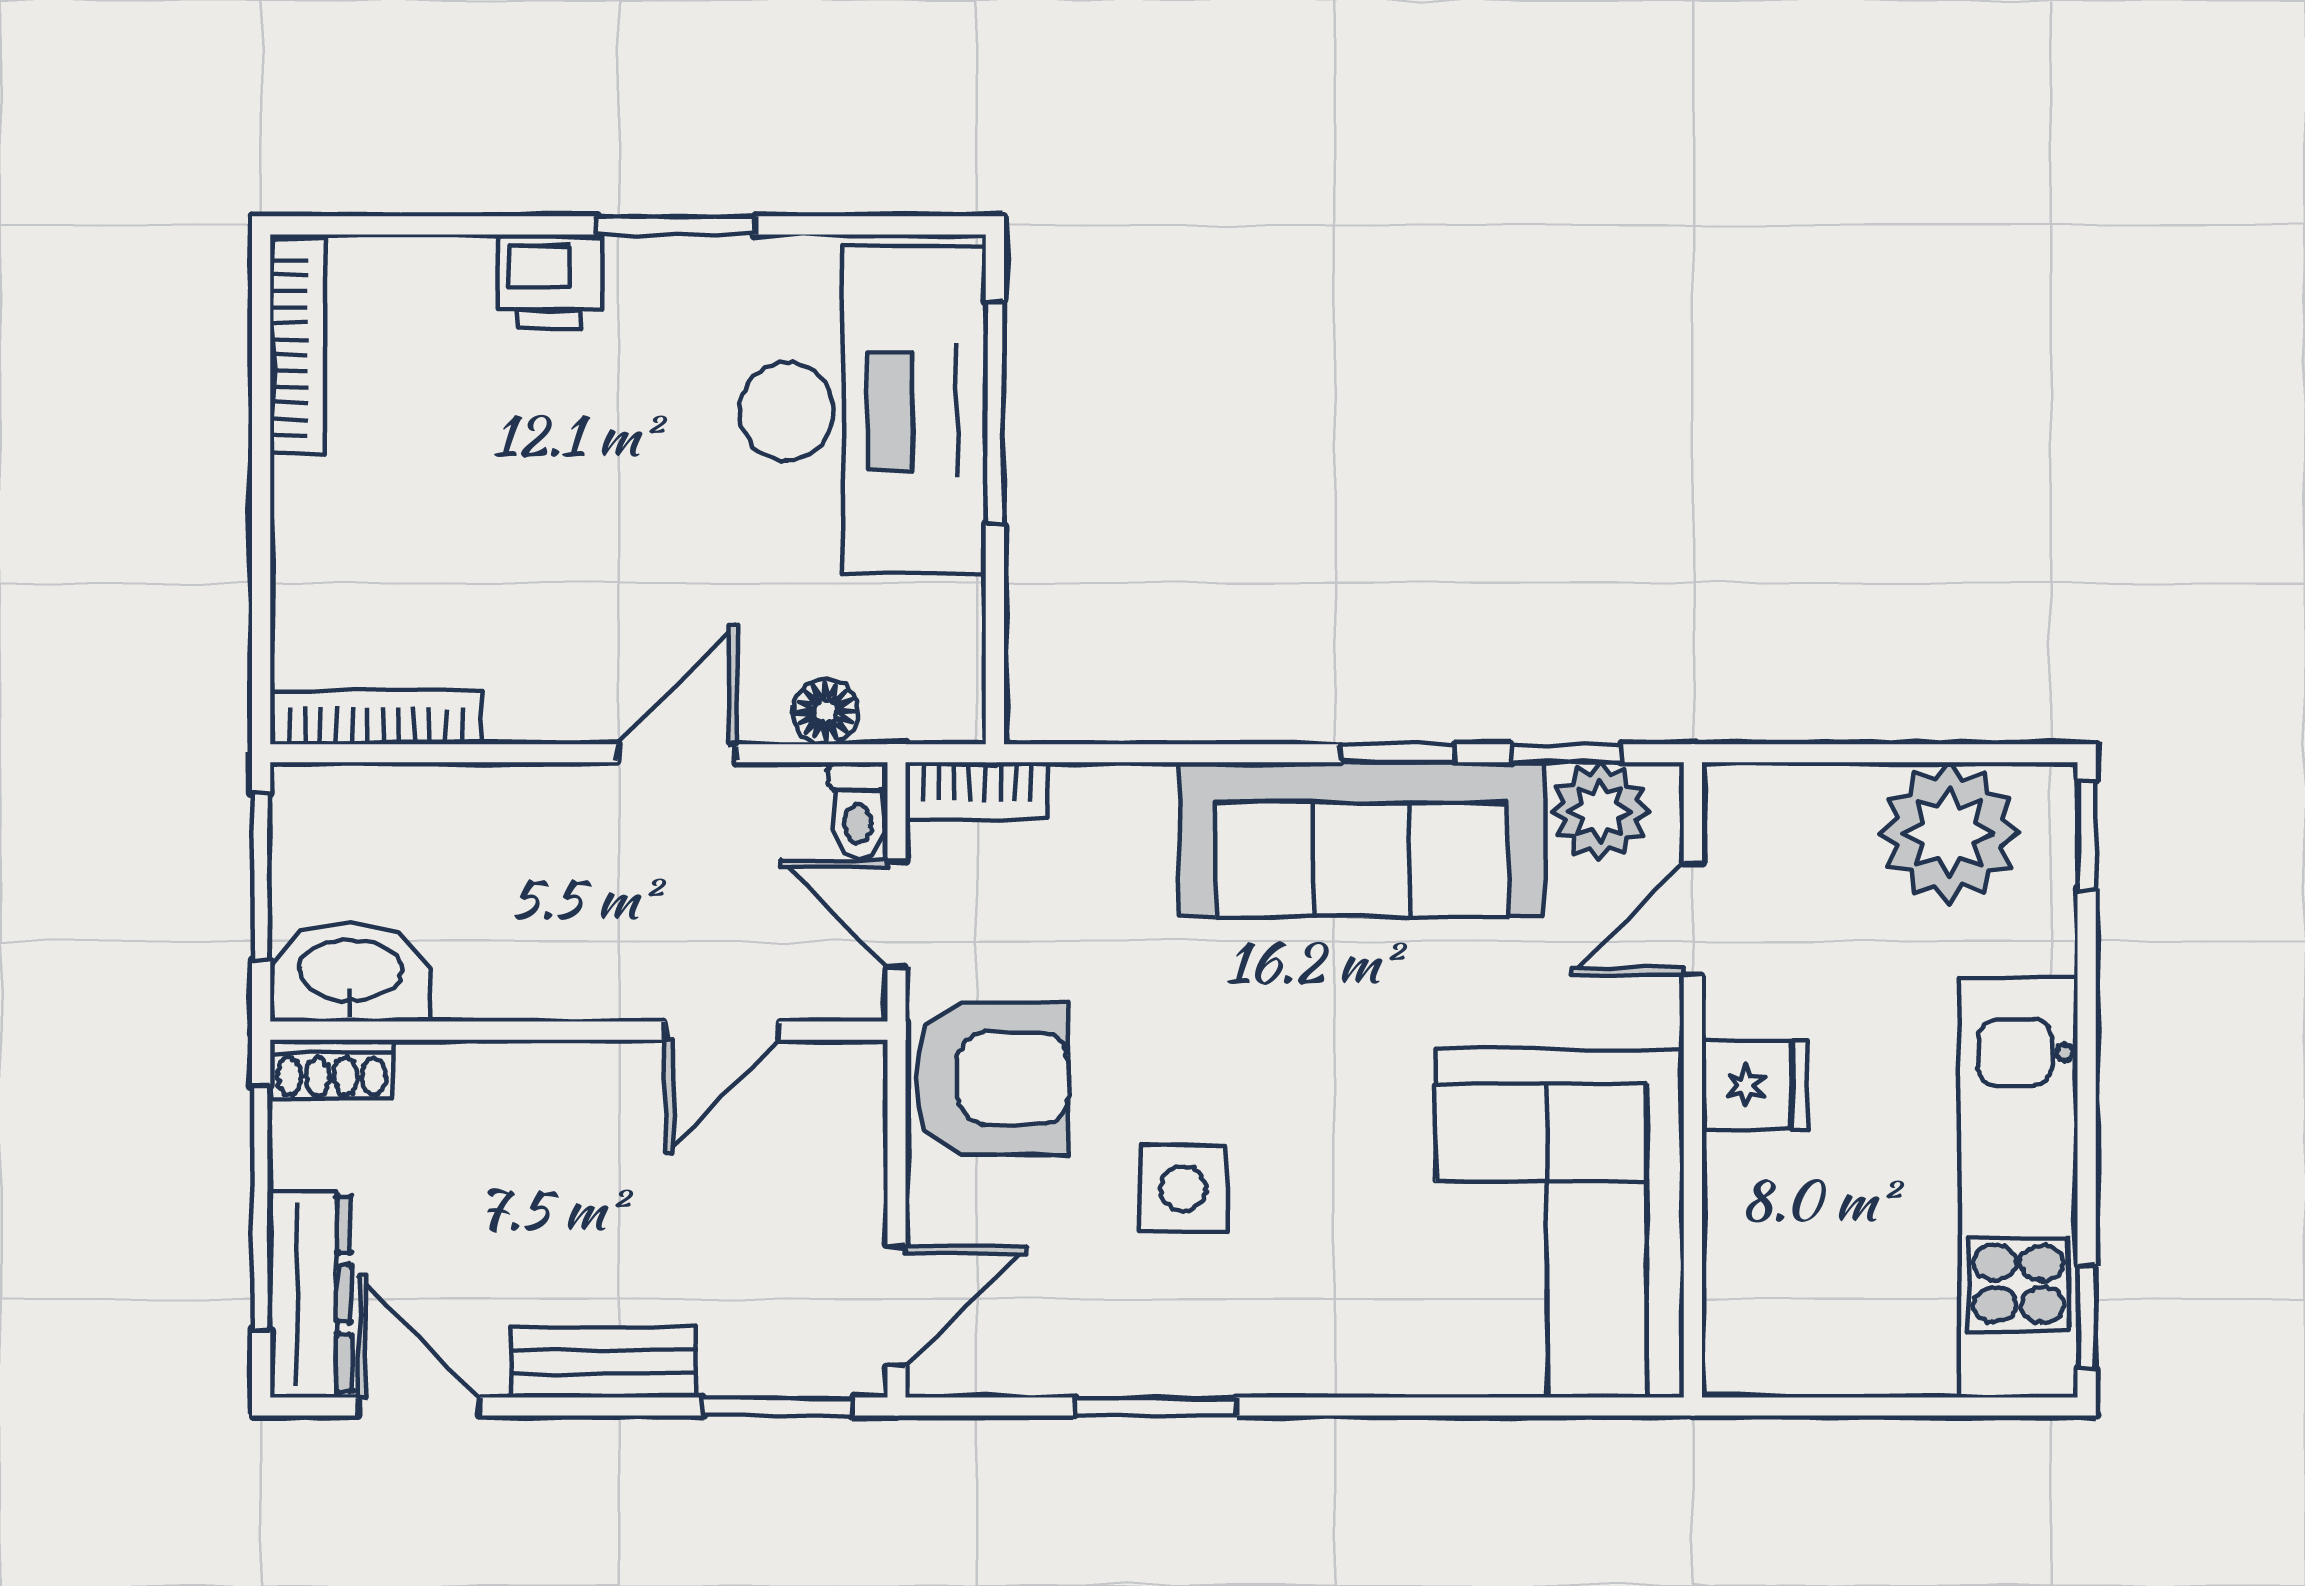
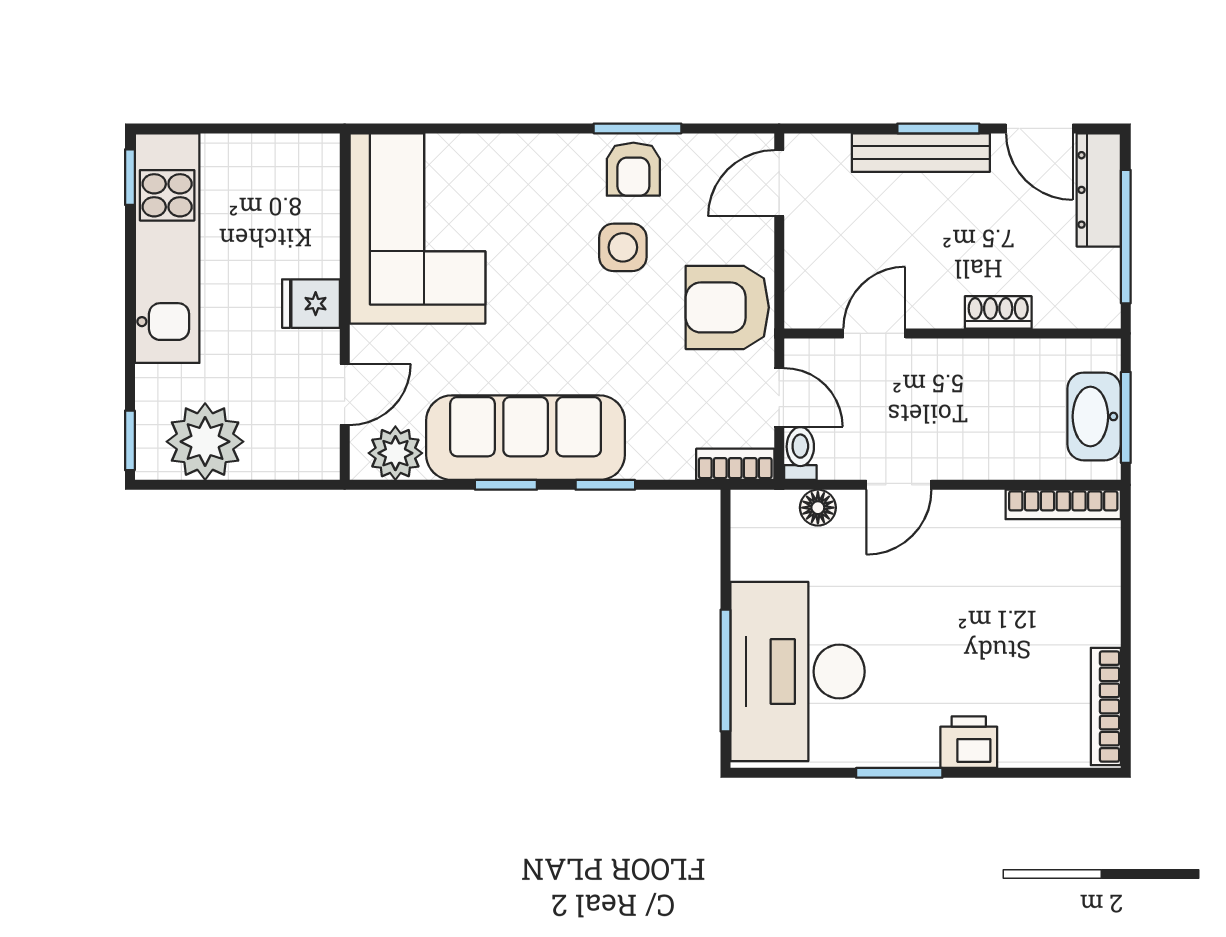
window: (1566, 753) -> (605, 485), moved
washbasin: (350, 973) -> (1094, 416), moved, turned 90
shoe rack: (331, 1069) -> (998, 312), moved
armchair: (1164, 1332) -> (633, 169), added
bench: (603, 1362) -> (921, 153), width x1.36
window: (778, 1407) -> (938, 128), moved

